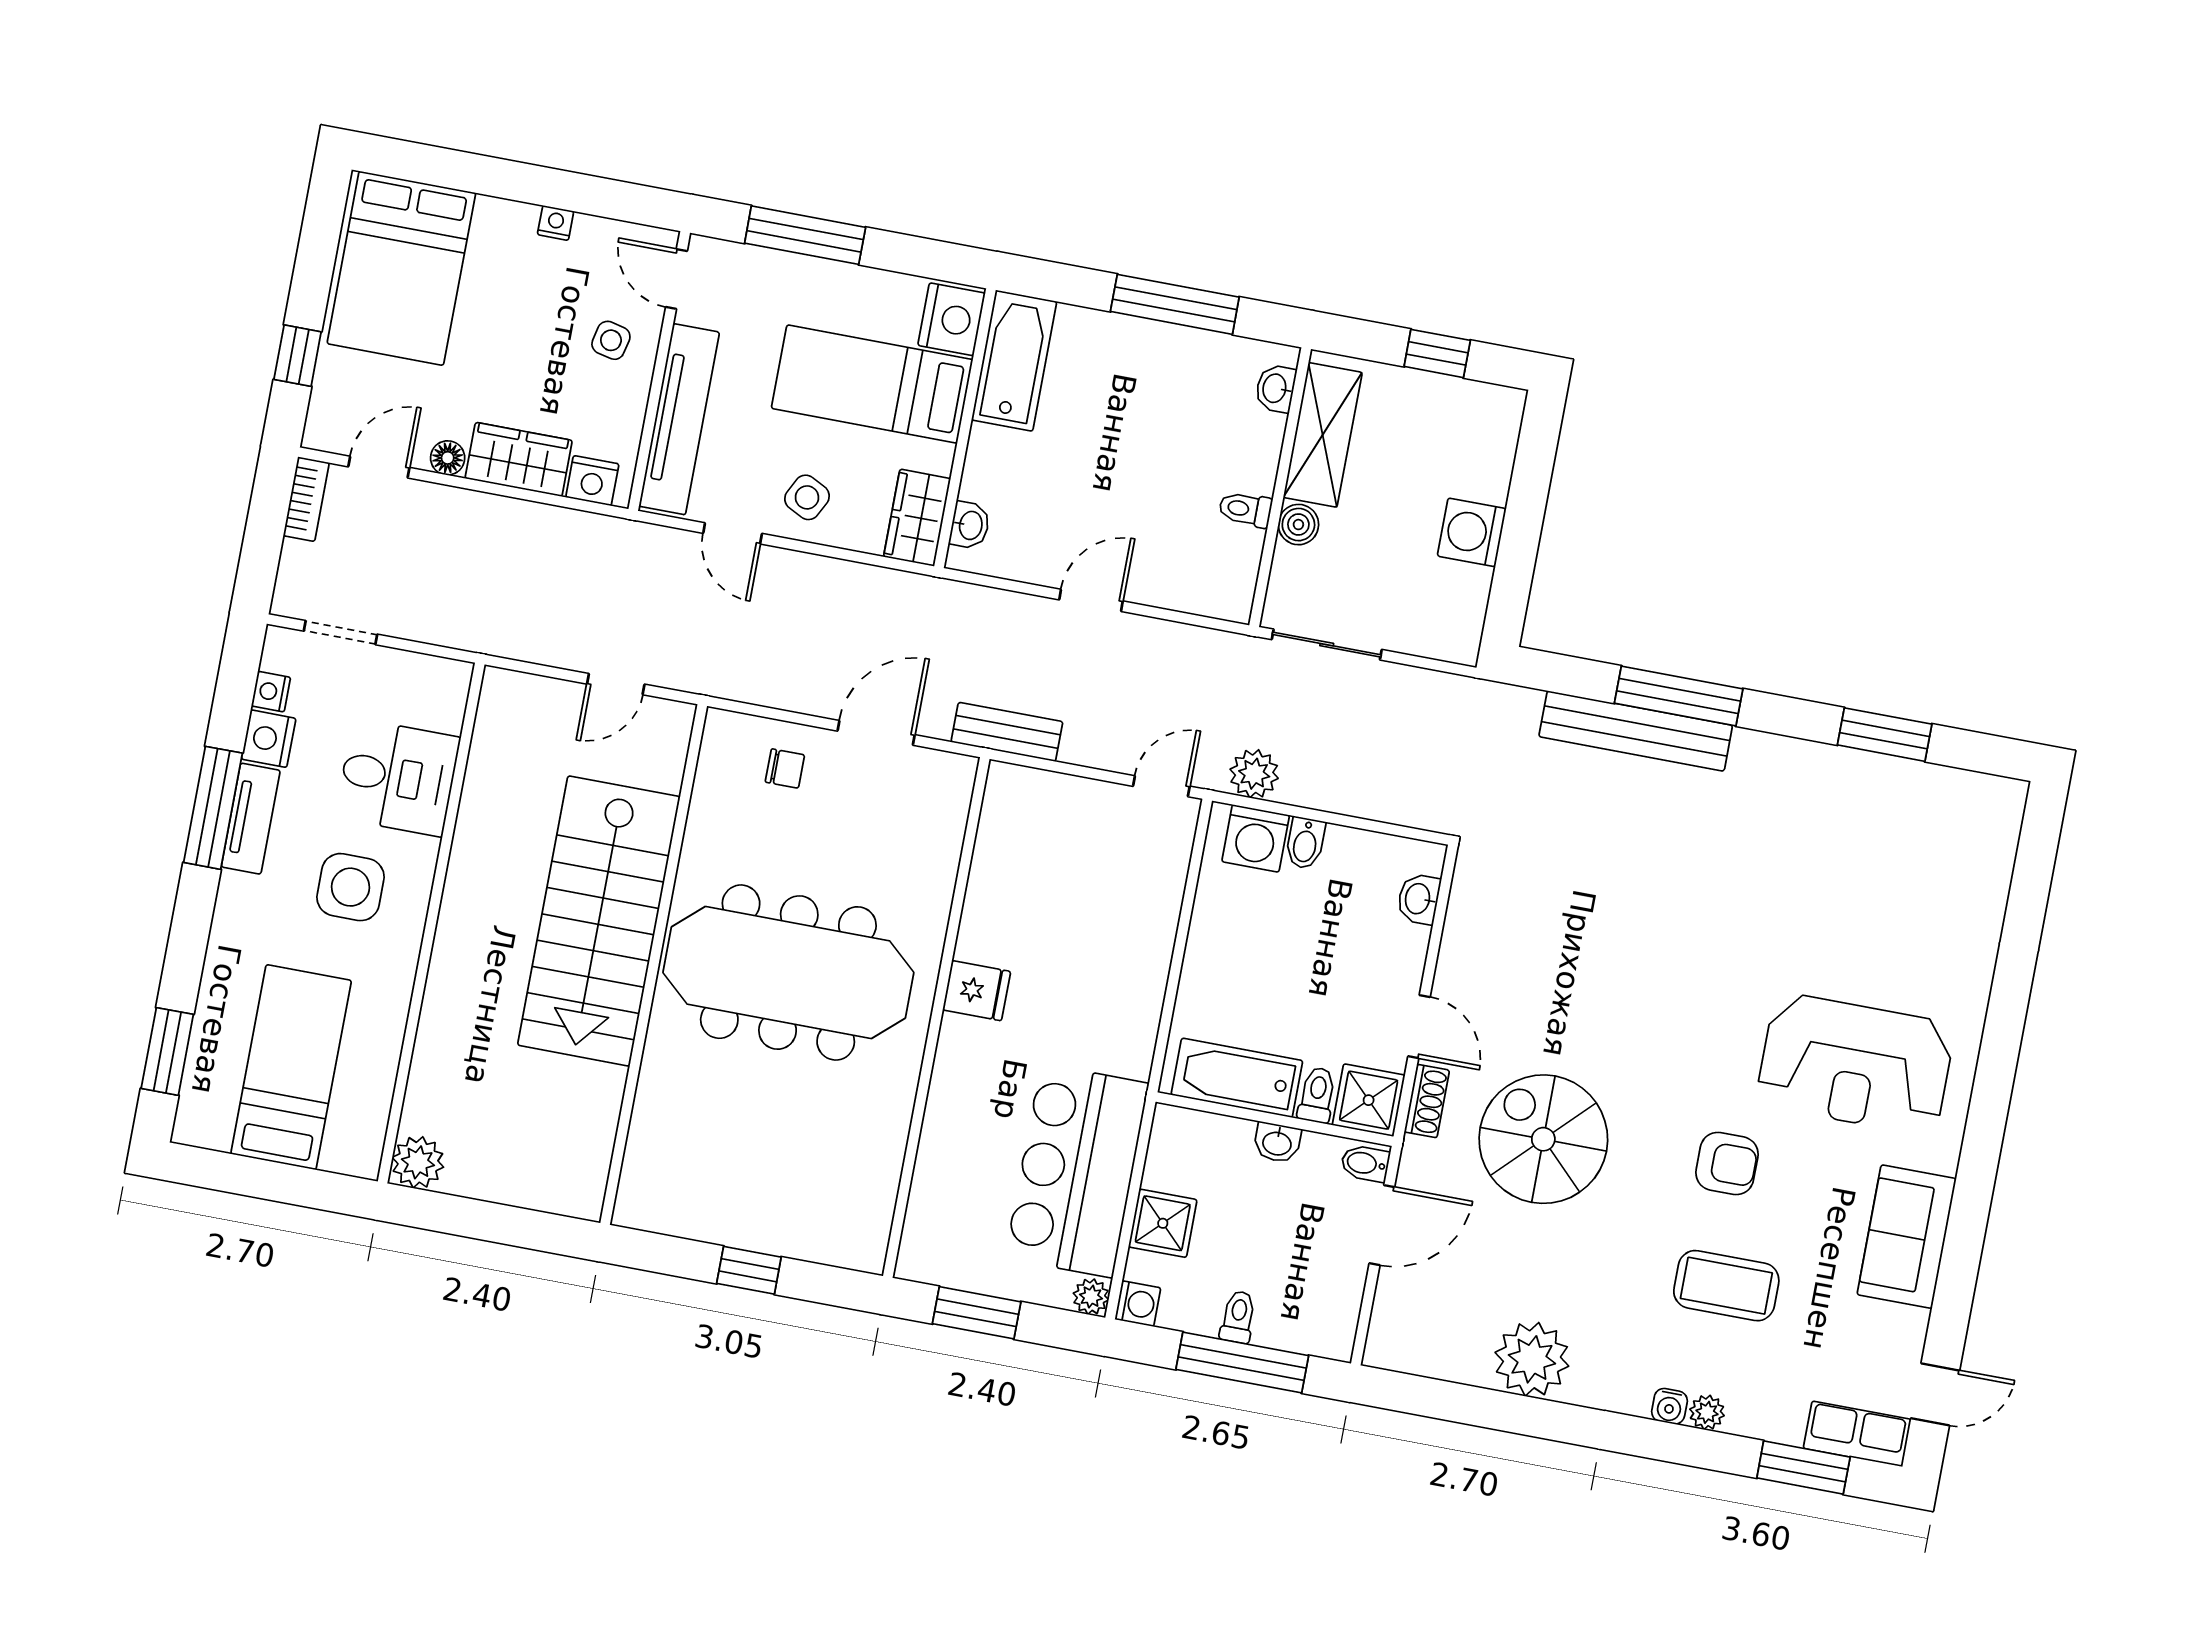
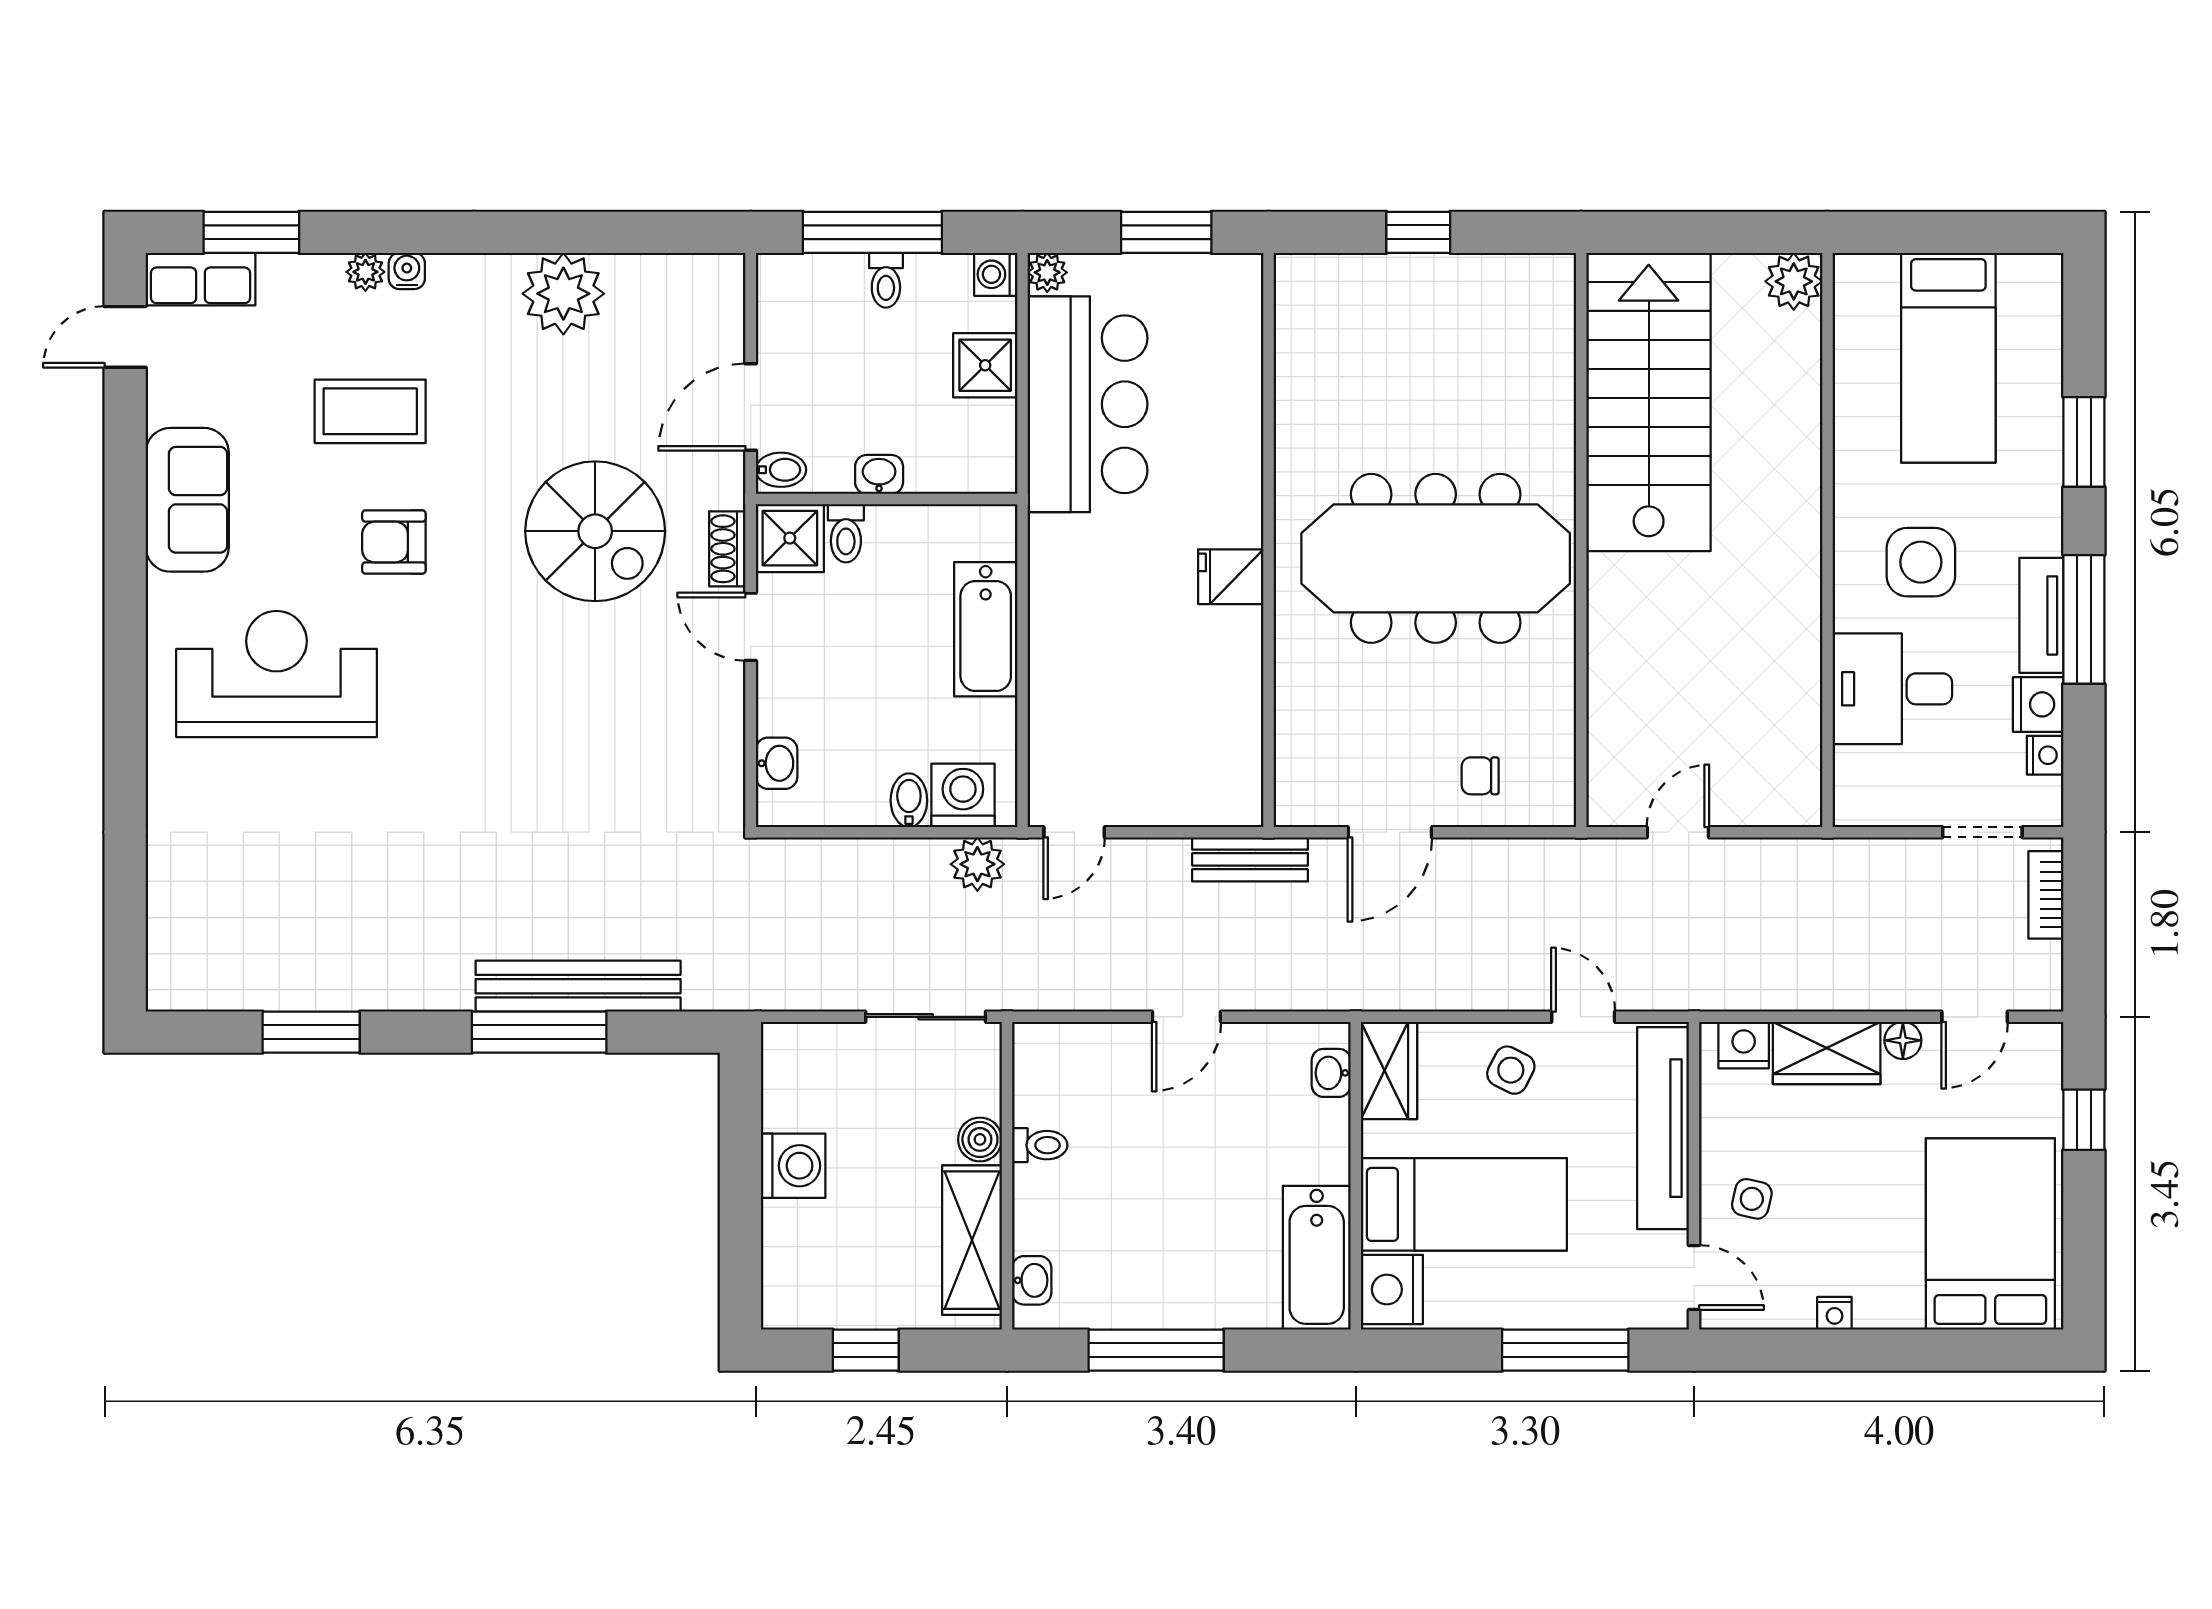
bookcase: (306, 499) -> (2046, 895), moved
stairs: (599, 921) -> (1649, 402), moved
window: (167, 1051) -> (2084, 442), moved
bathtub: (1237, 1078) -> (986, 629), moved, turned 90

